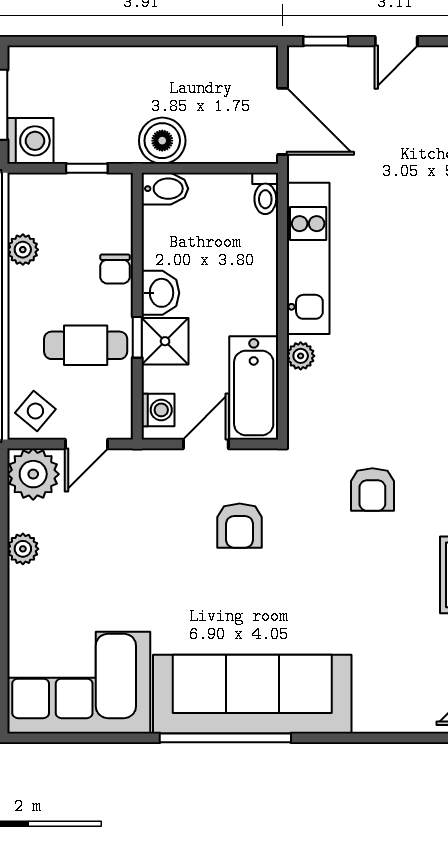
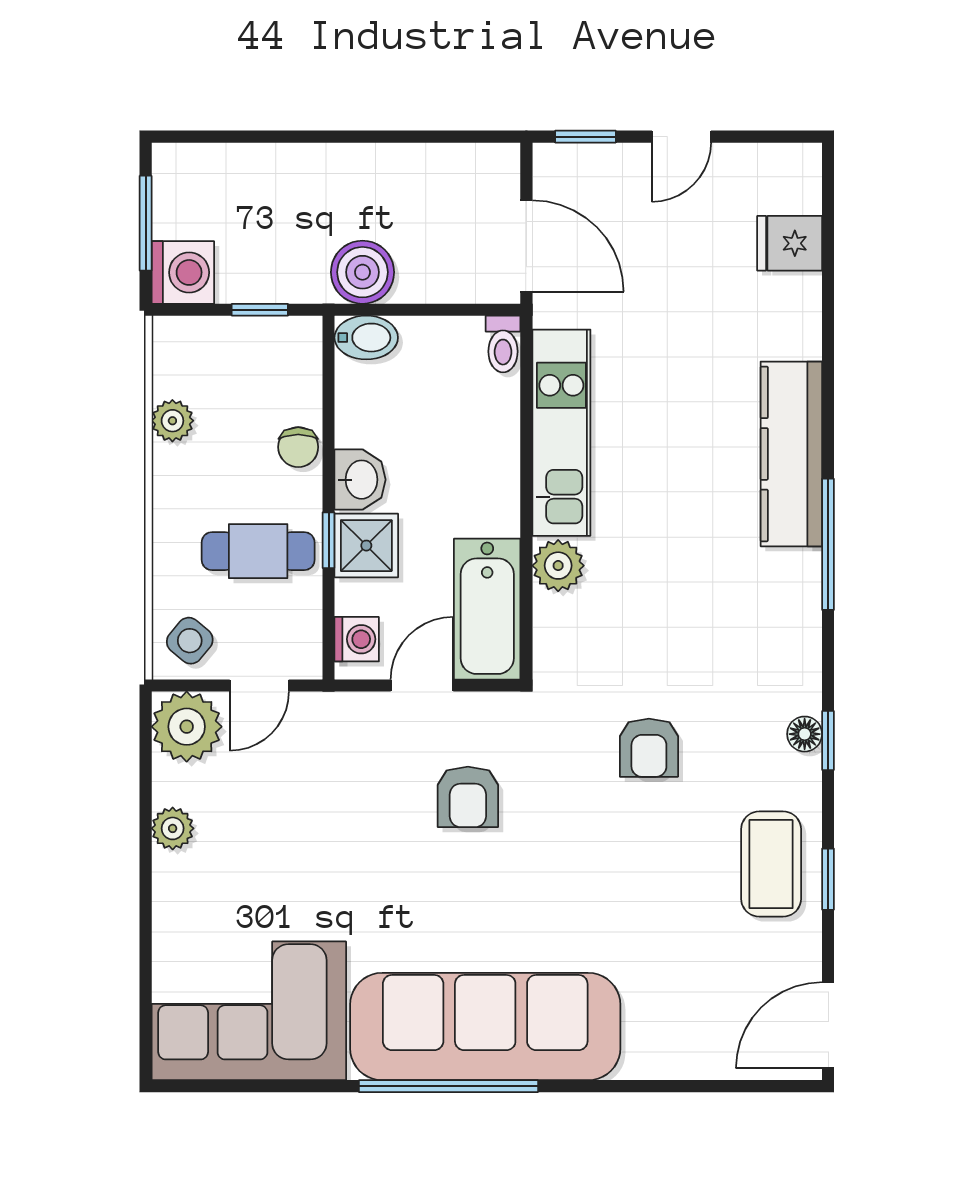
plant: (301, 356) -> (558, 566), width x1.38, depth x1.38

